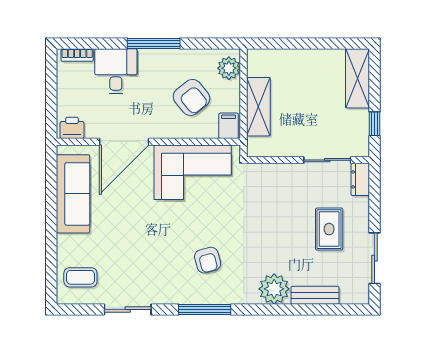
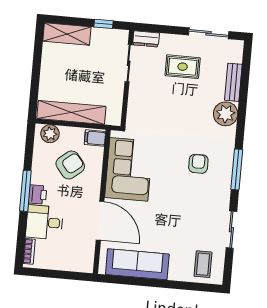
shelving: (258, 107) -> (71, 112), width x1.47
printer: (72, 128) -> (38, 195), moved, turned 180
armchair: (208, 260) -> (198, 164), turned -75

